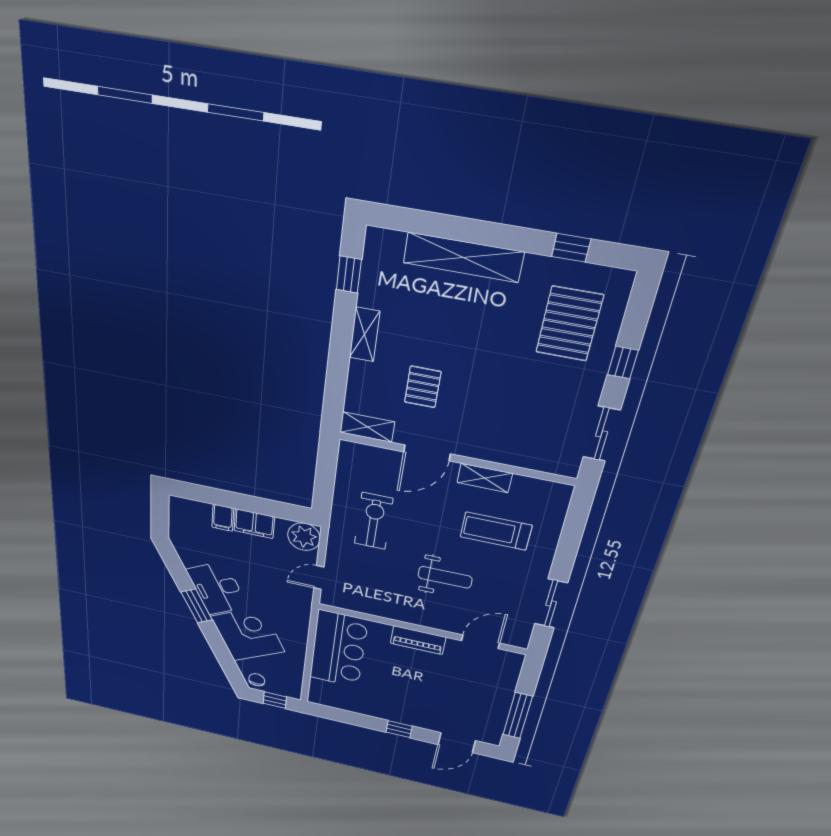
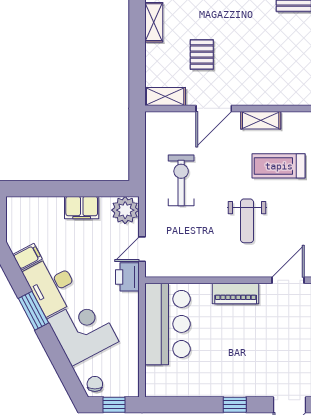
filing cabinet: (223, 518) -> (27, 257), moved, turned -118
weight bench: (445, 577) -> (247, 221), turned 90
printer: (300, 599) -> (127, 277), added

